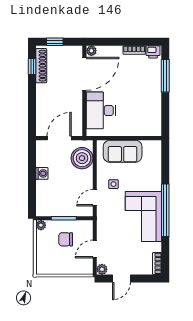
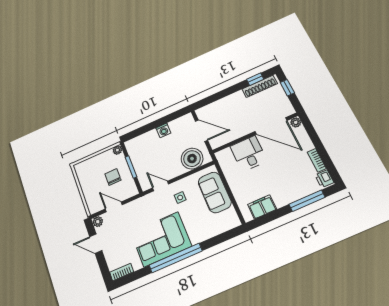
desk: (101, 110) -> (249, 154), width x0.73
filing cabinet: (154, 116) -> (262, 207), added

